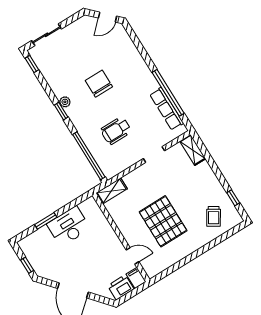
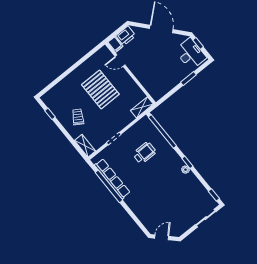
chair: (99, 84) -> (162, 187), removed
row of seats: (167, 109) -> (112, 179), width x1.36
trolley: (214, 216) -> (78, 117), moved
desk: (69, 226) -> (191, 54), moved, turned -90

